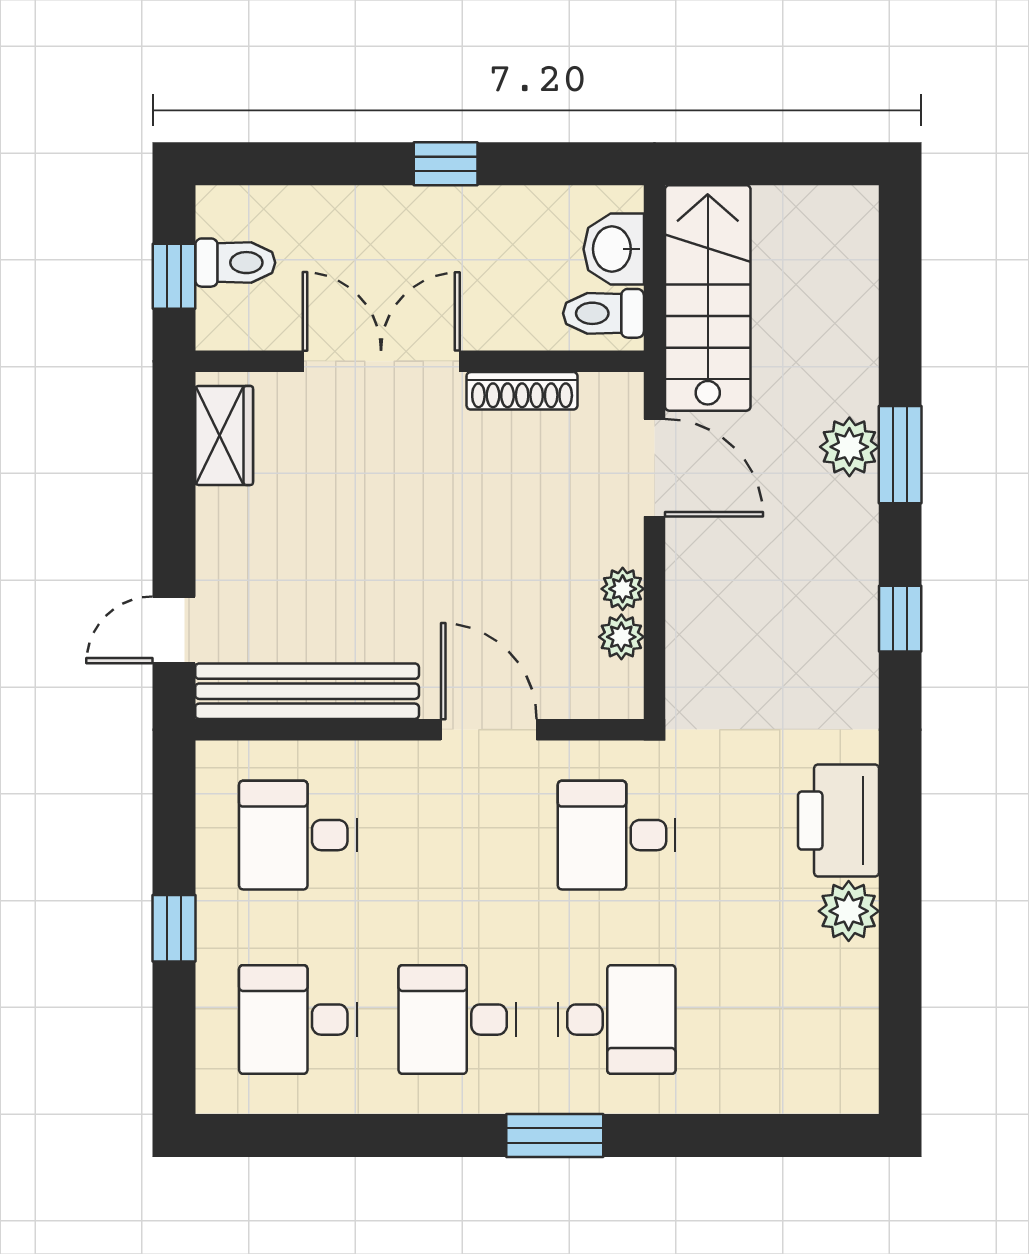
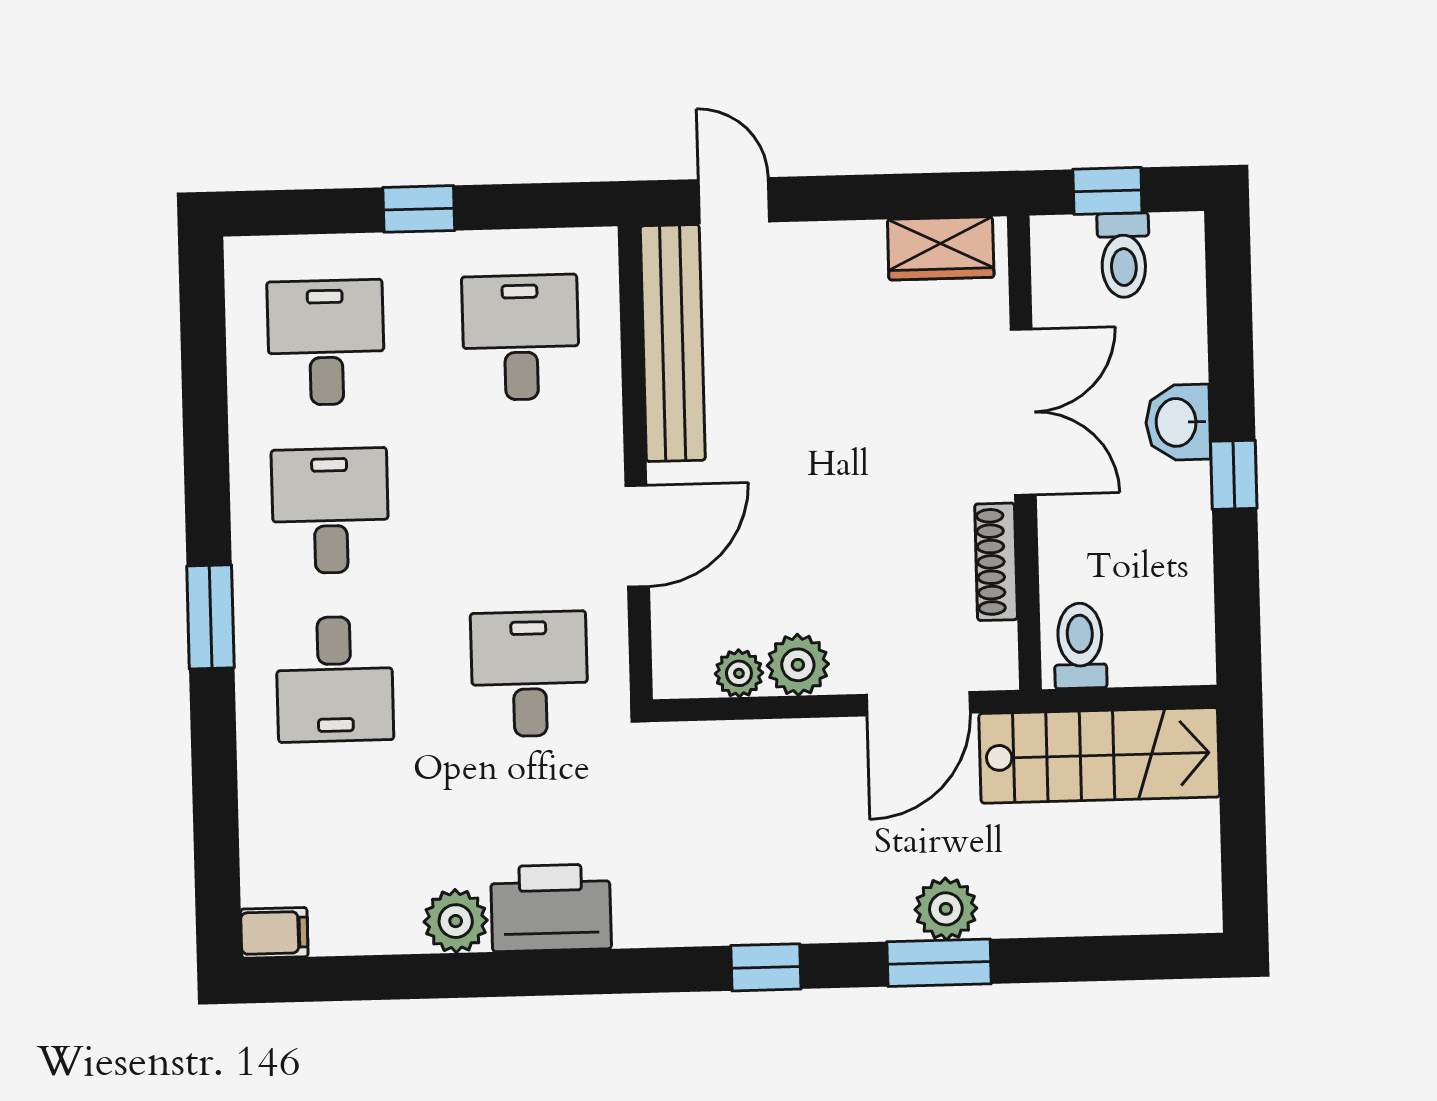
washbasin: (614, 249) -> (1178, 422), moved, turned -90
plant: (623, 589) -> (798, 665), width x1.38, depth x1.38
filing cabinet: (855, 1083) -> (274, 933), added

